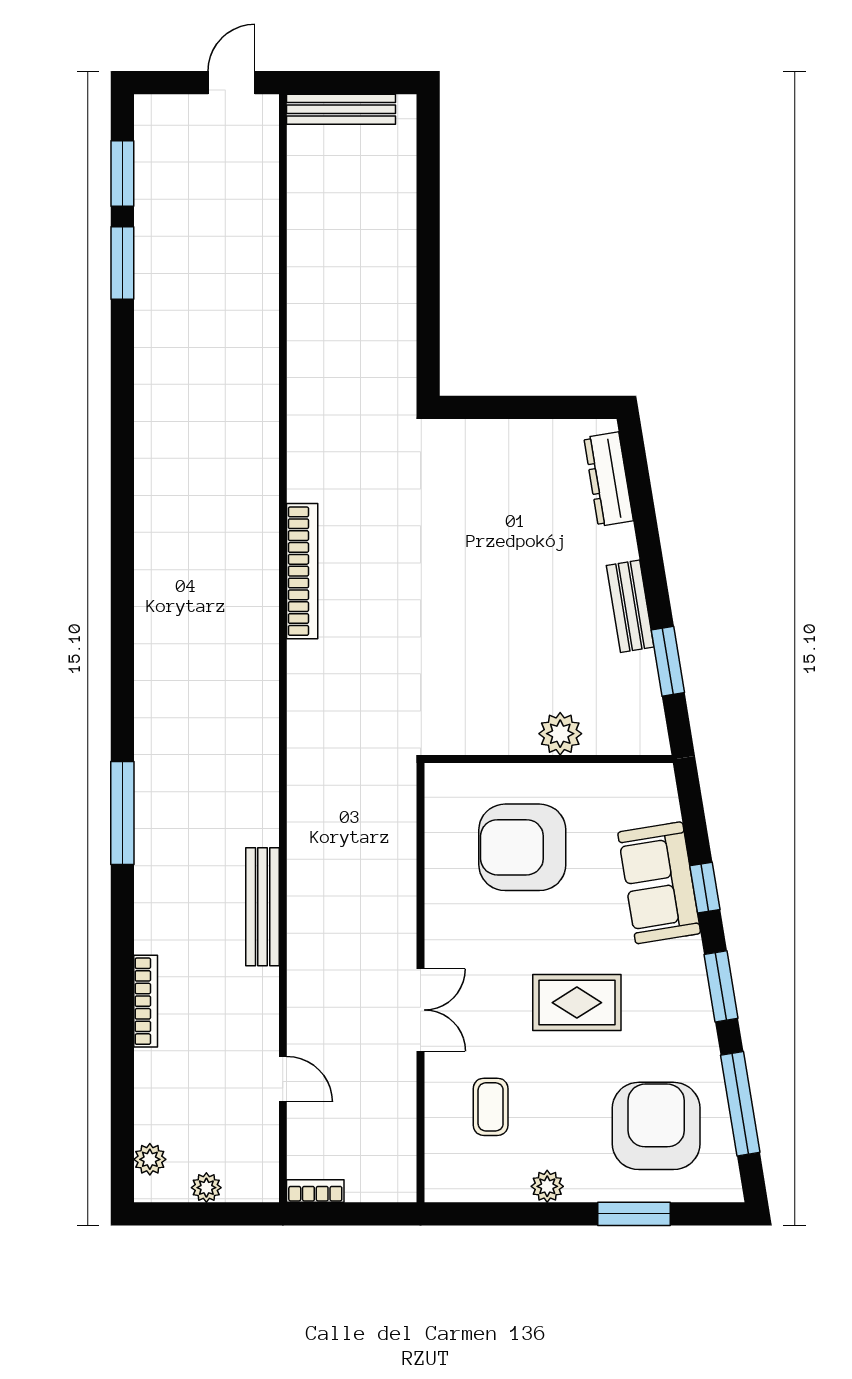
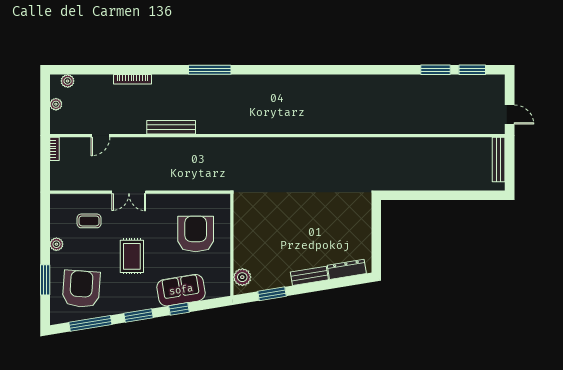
bookcase: (302, 571) -> (309, 144), removed
bench: (630, 606) -> (309, 276), moved
plant: (560, 734) -> (242, 277), moved
armchair: (656, 1126) -> (81, 289), turned -86

